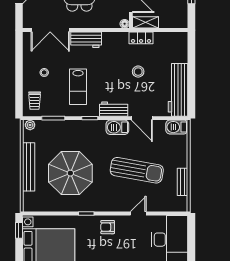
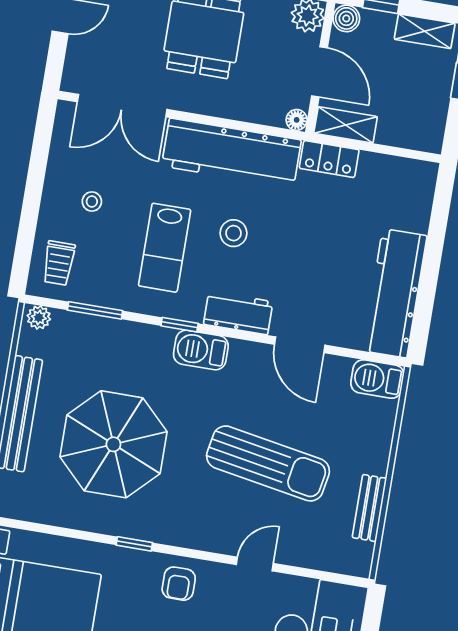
workbench: (86, 40) -> (231, 153), width x1.87, depth x1.32
stool: (138, 72) -> (234, 233), moved
barbecue: (117, 127) -> (201, 350), moved
armchair: (108, 227) -> (179, 584), turned -90

